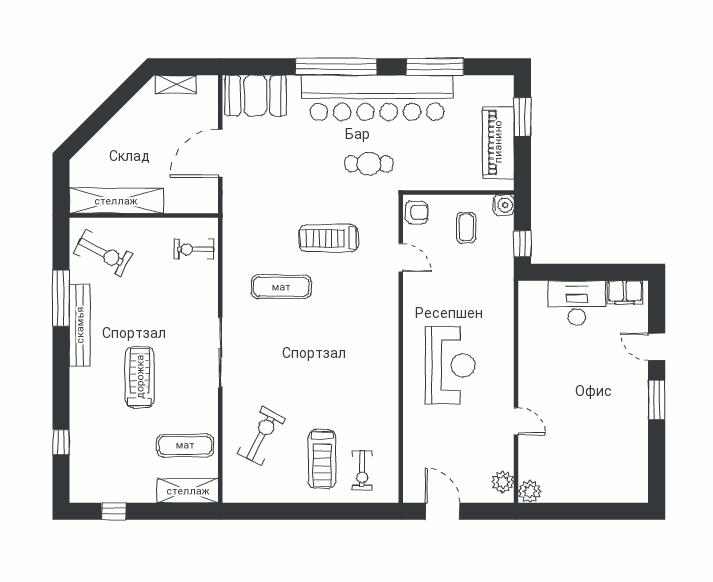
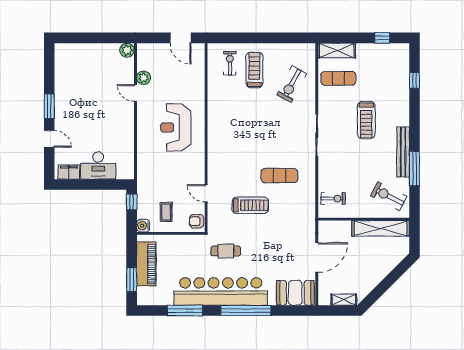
plant: (503, 482) -> (144, 78), moved

